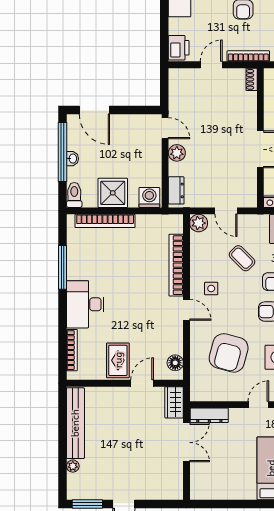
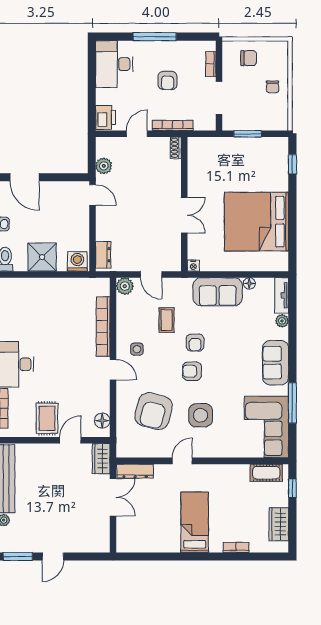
plant: (177, 153) -> (104, 166), moved
bookcase: (105, 221) -> (35, 284), removed
coffee table: (242, 258) -> (167, 320), turned 45

